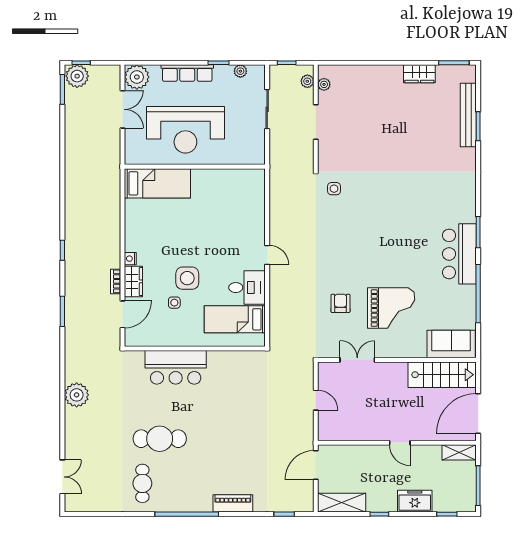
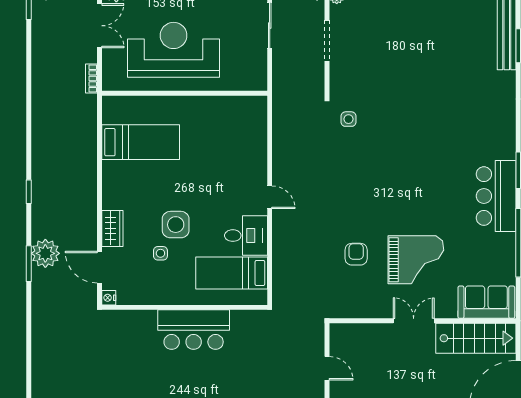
reception desk: (185, 130) -> (174, 50), turned 180
bed: (157, 183) -> (141, 142), moved
nightstand: (130, 259) -> (109, 298), moved
bookcase: (116, 281) -> (91, 78), moved
door: (123, 314) -> (99, 267), swing flipped
double door: (357, 360) -> (414, 321), moved
bar counter: (176, 367) -> (194, 330), moved
plant: (77, 395) -> (45, 253), moved

